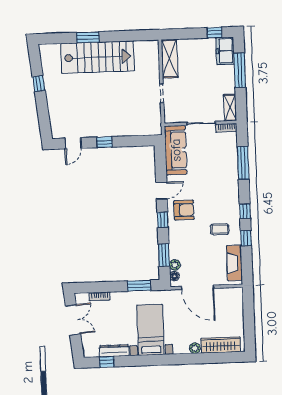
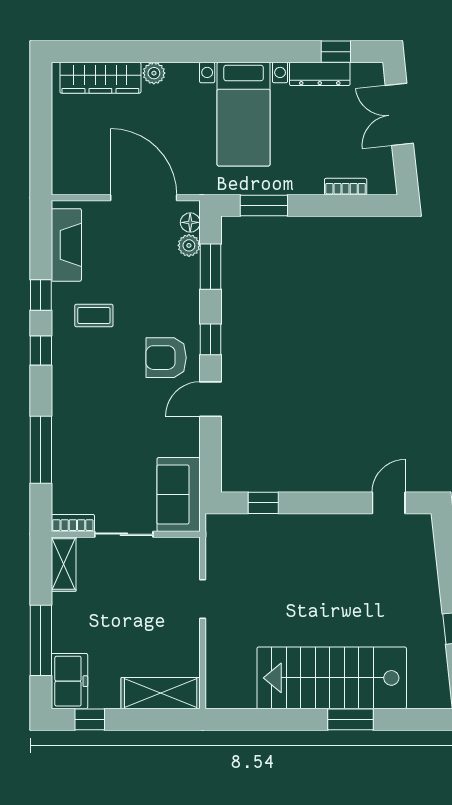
shelving: (169, 59) -> (161, 693), moved, turned 90
window: (104, 142) -> (263, 503), moved
sofa: (176, 150) -> (179, 495), width x0.73
double door: (73, 320) -> (399, 114), moved

